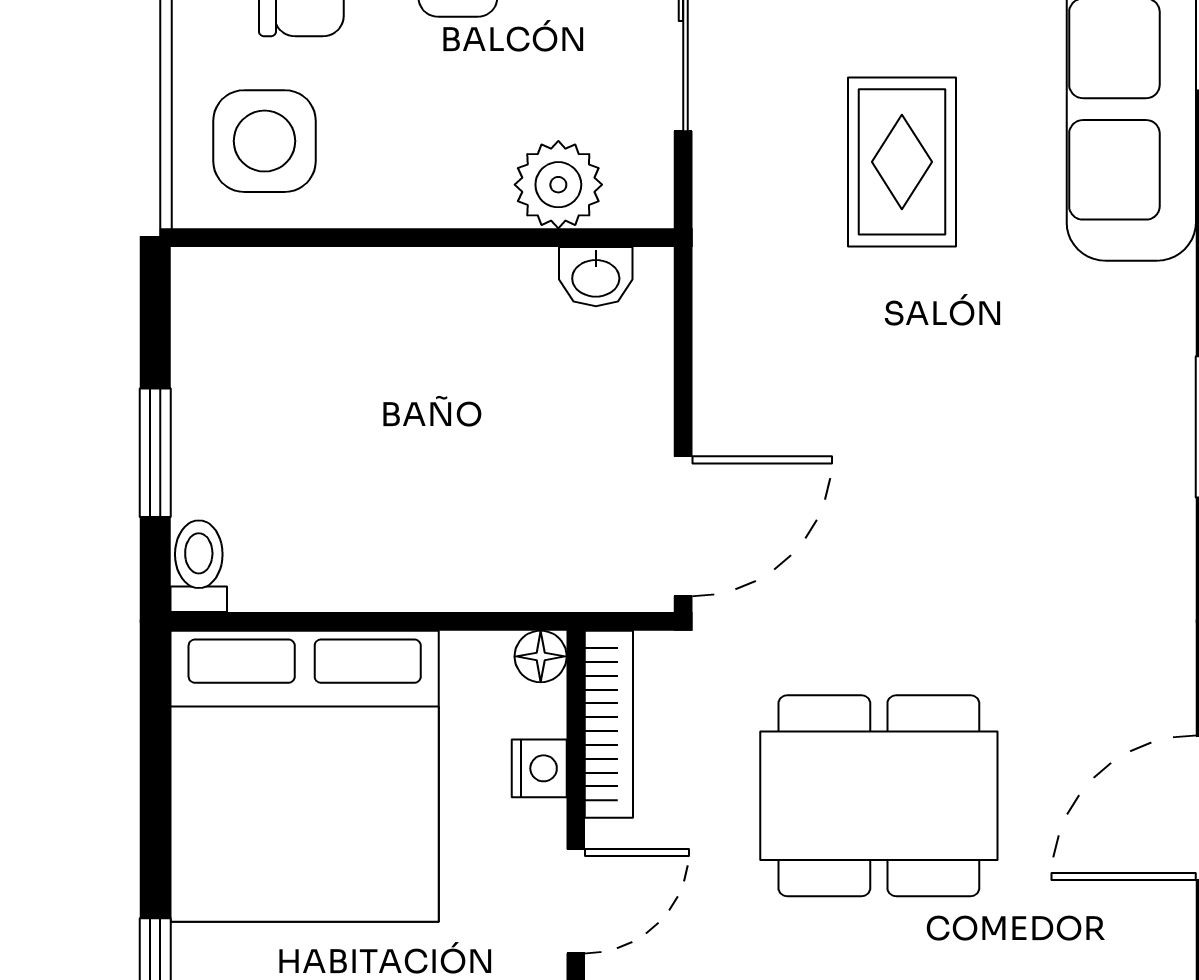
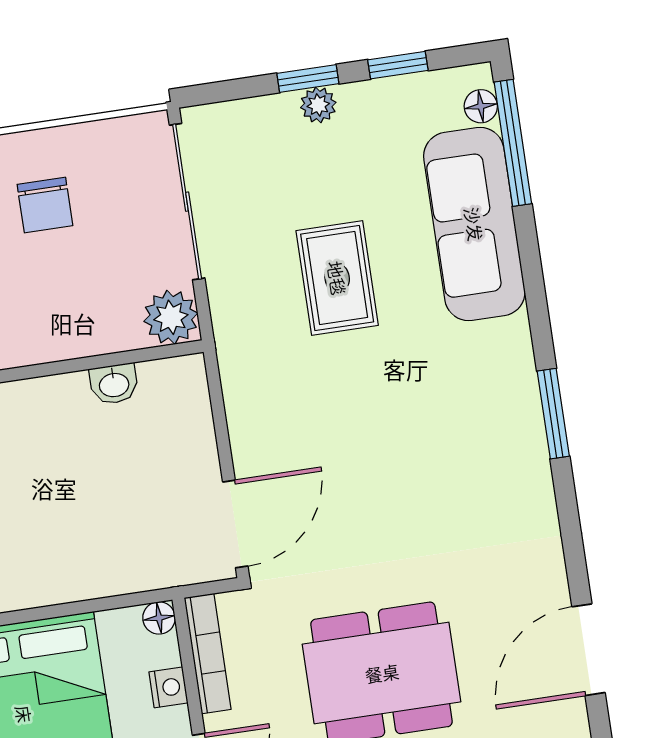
plant: (558, 185) -> (171, 317), moved
washbasin: (596, 277) -> (114, 384), moved

